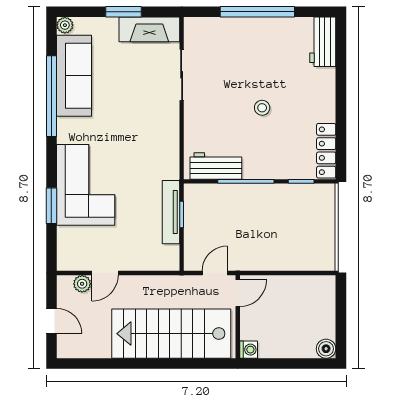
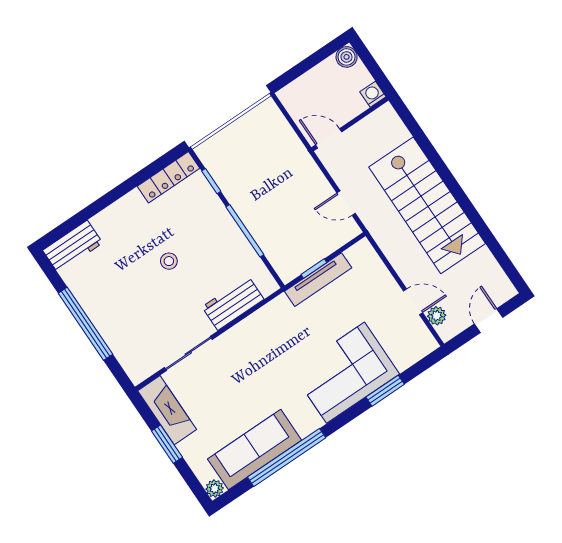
workbench: (216, 166) -> (233, 303), moved, turned 90
door: (238, 293) -> (329, 138), moved
wall: (238, 317) -> (350, 124), moved
washing machine: (249, 350) -> (373, 94), moved

